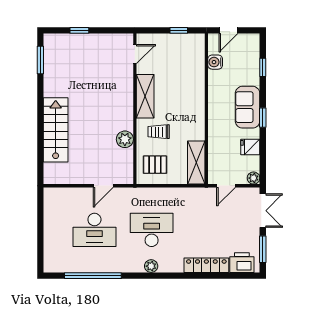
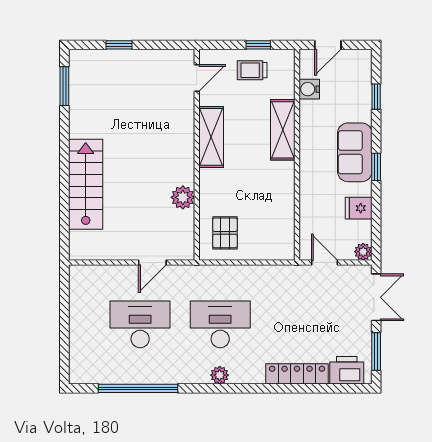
trolley: (159, 132) -> (252, 70), moved
shelving: (196, 163) -> (283, 130), moved
pallet: (155, 165) -> (225, 233), turned 90
door: (226, 186) -> (325, 263), swing flipped
desk: (94, 230) -> (140, 324), turned 180

